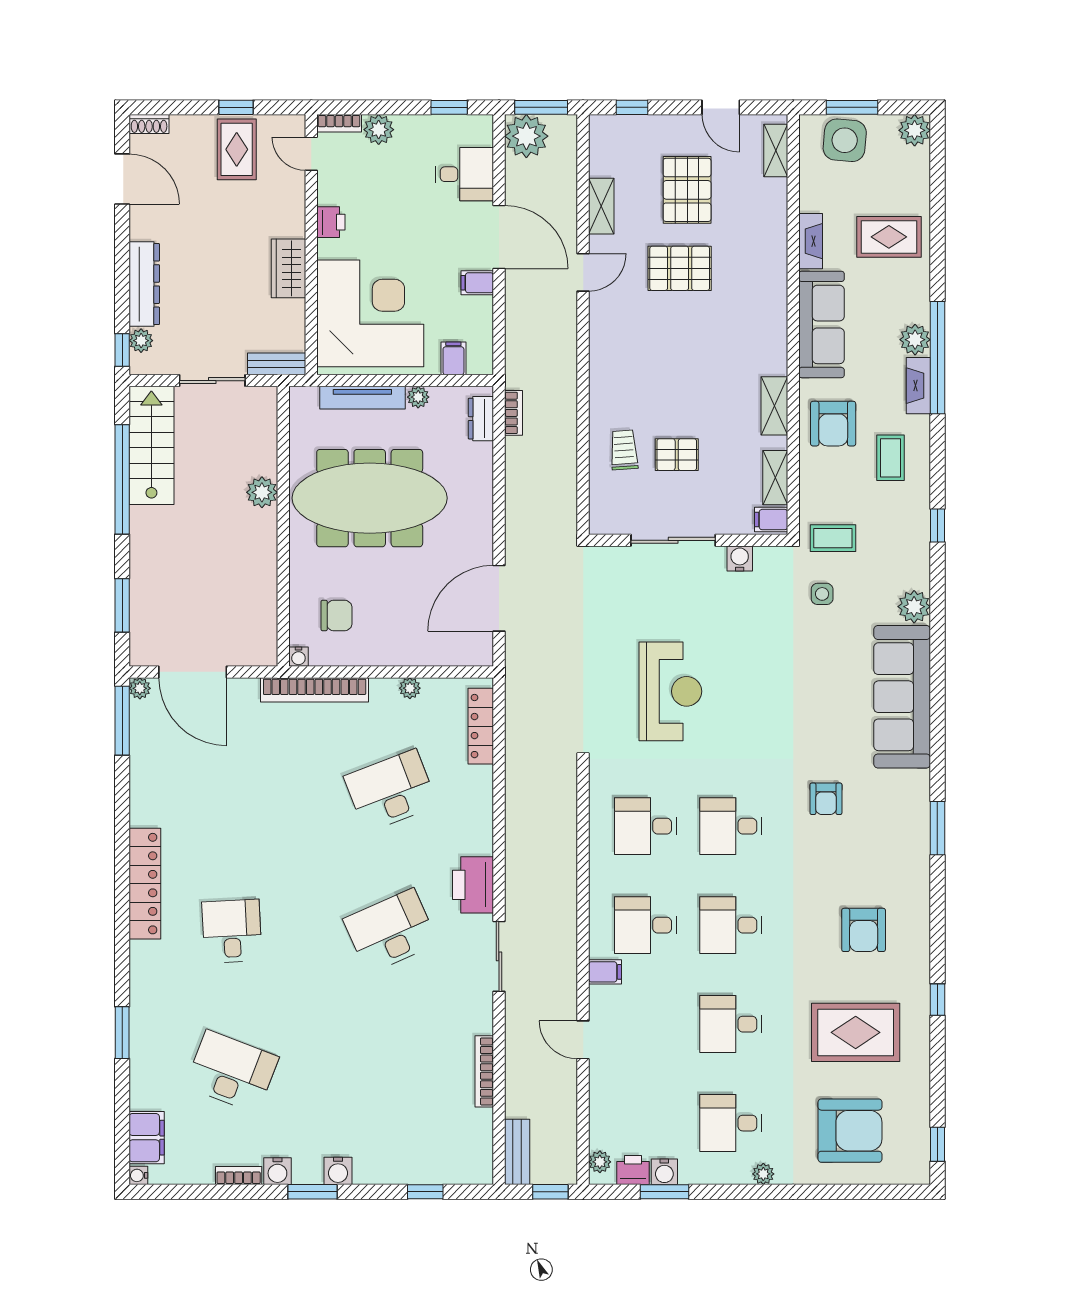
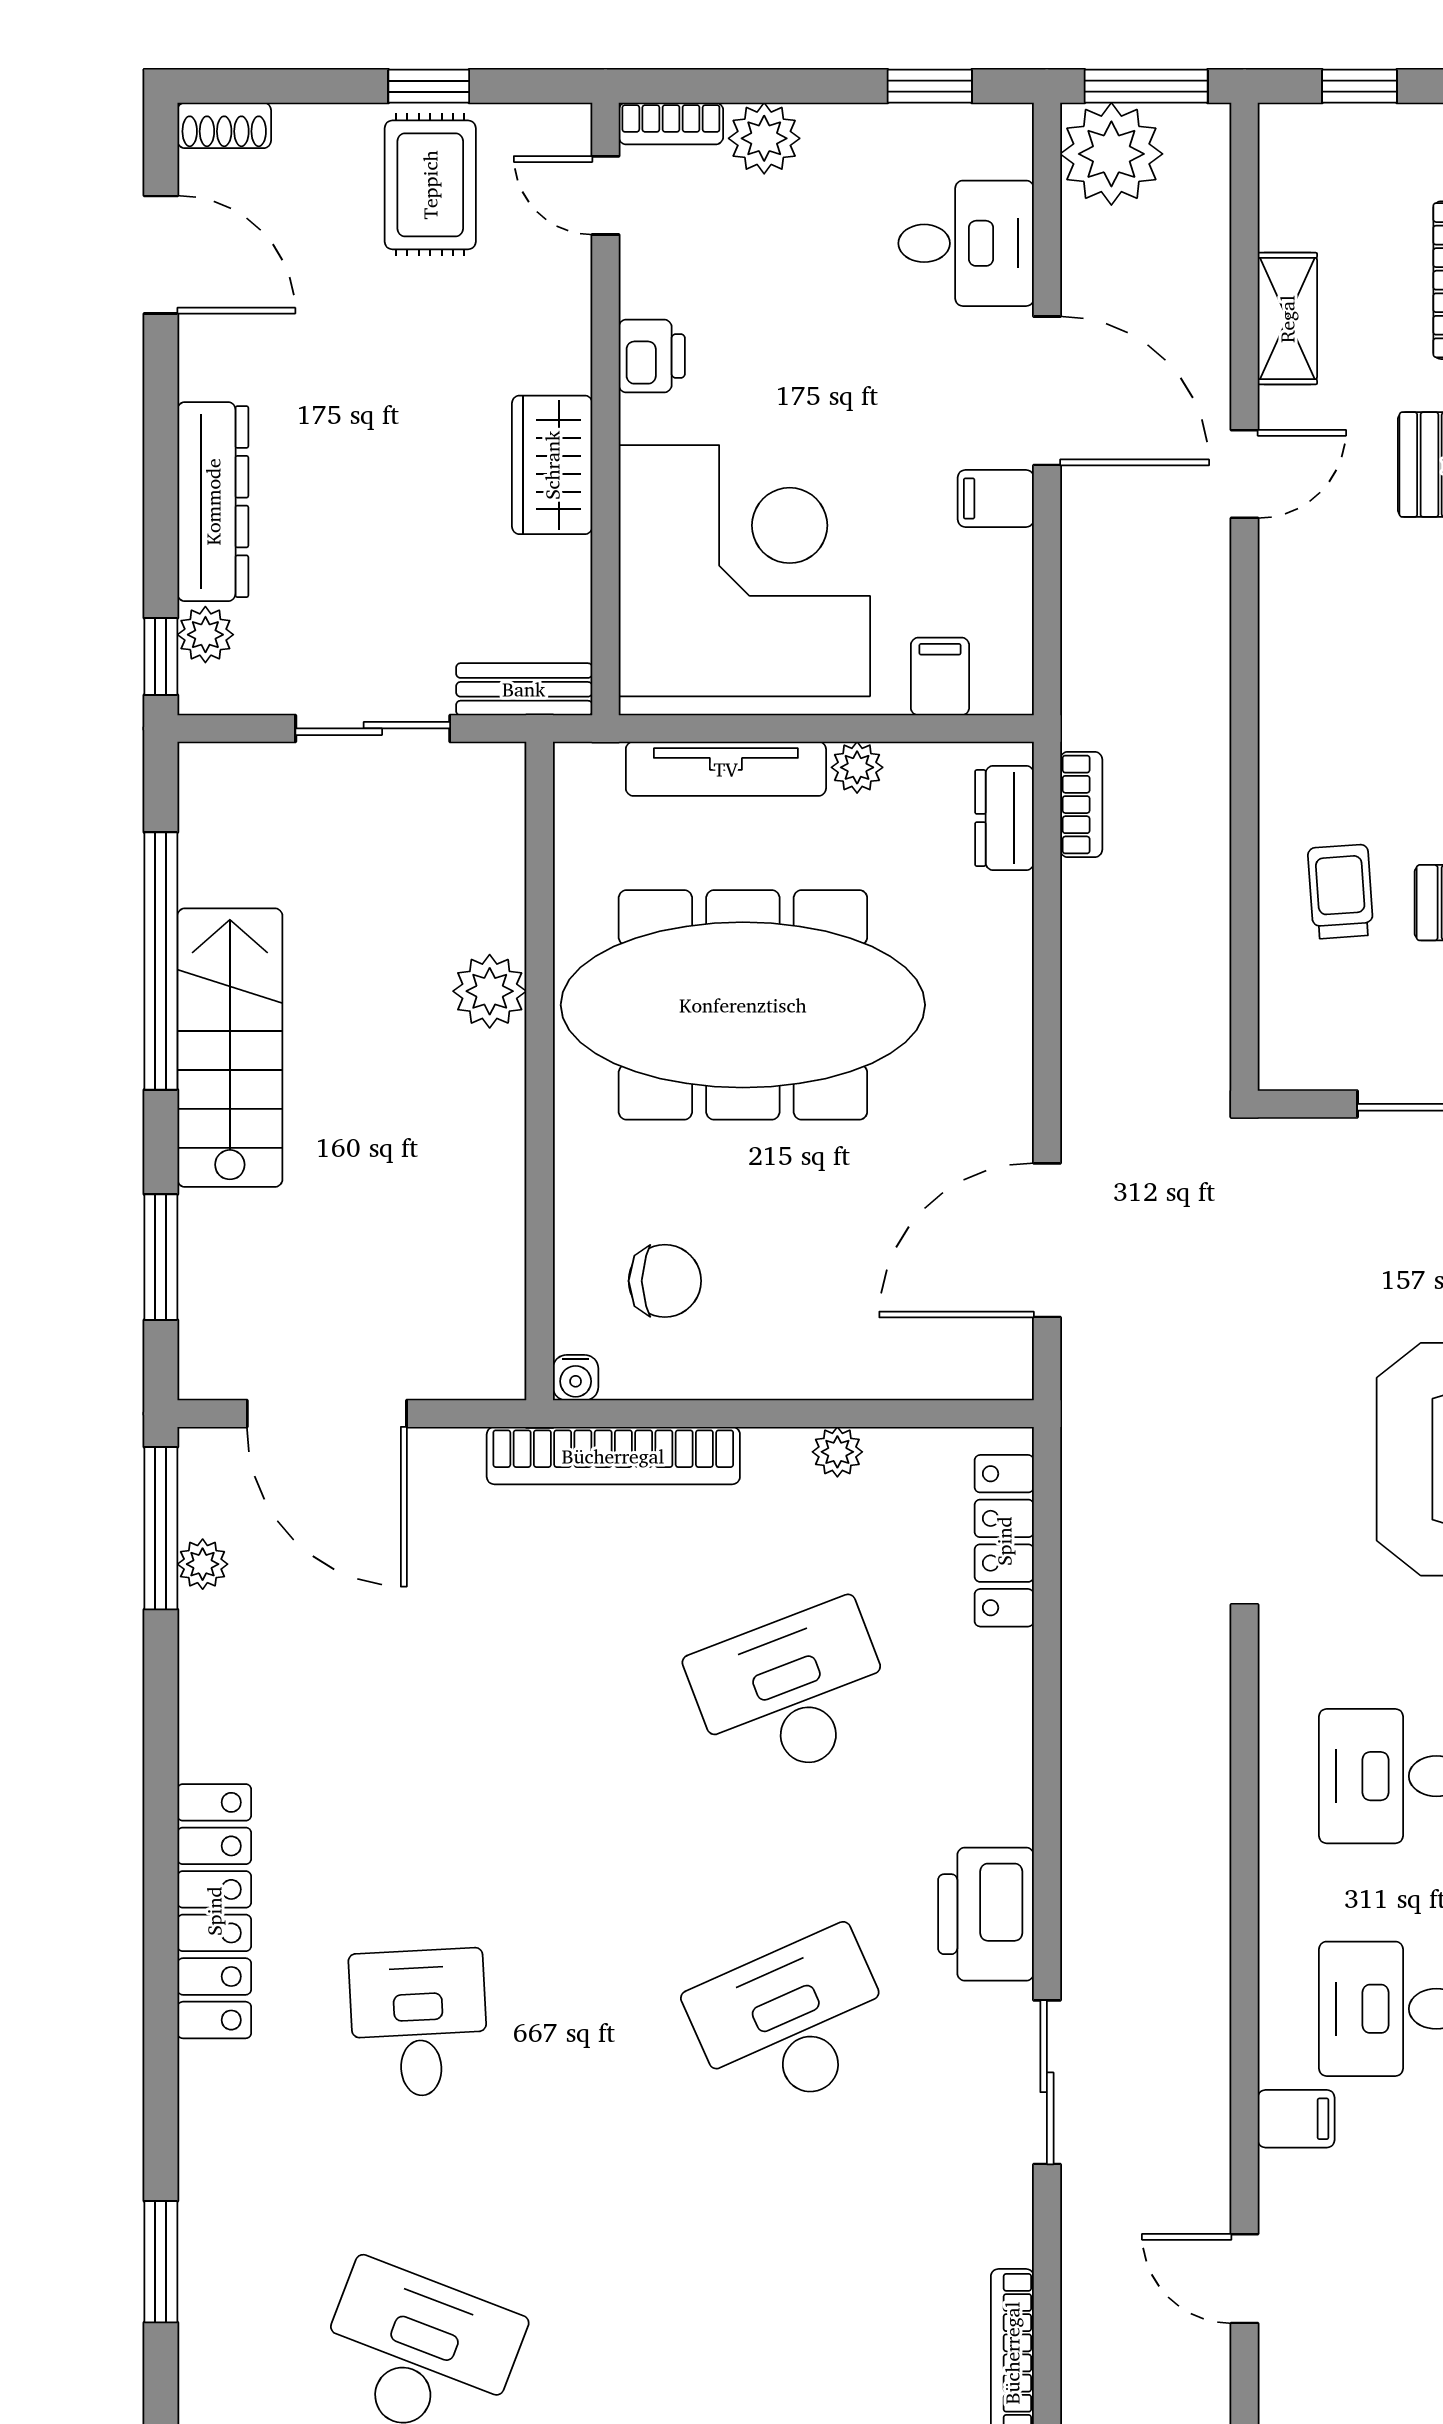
stairs: (151, 445) -> (230, 1048), moved
plant: (140, 688) -> (203, 1564), moved

